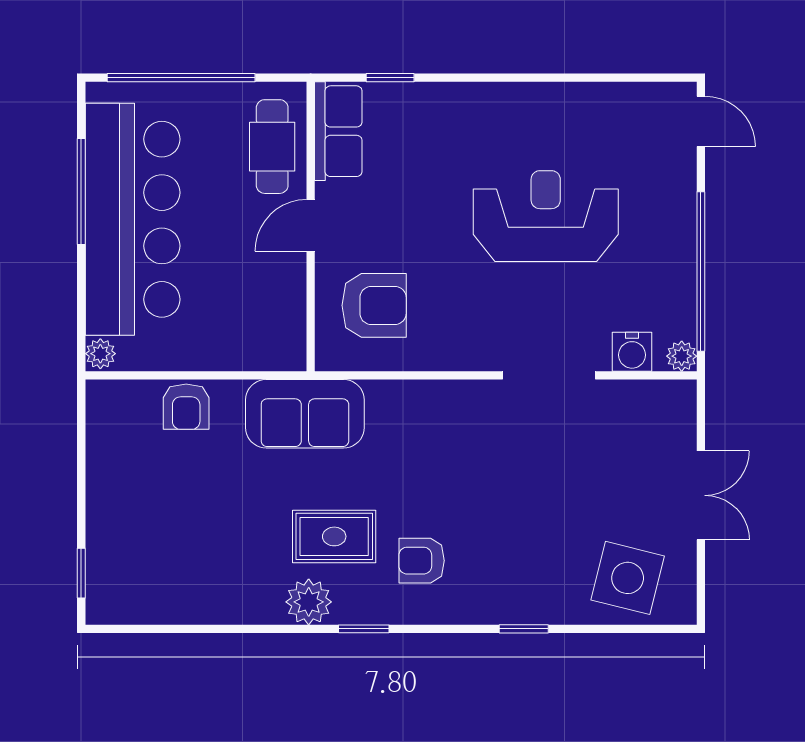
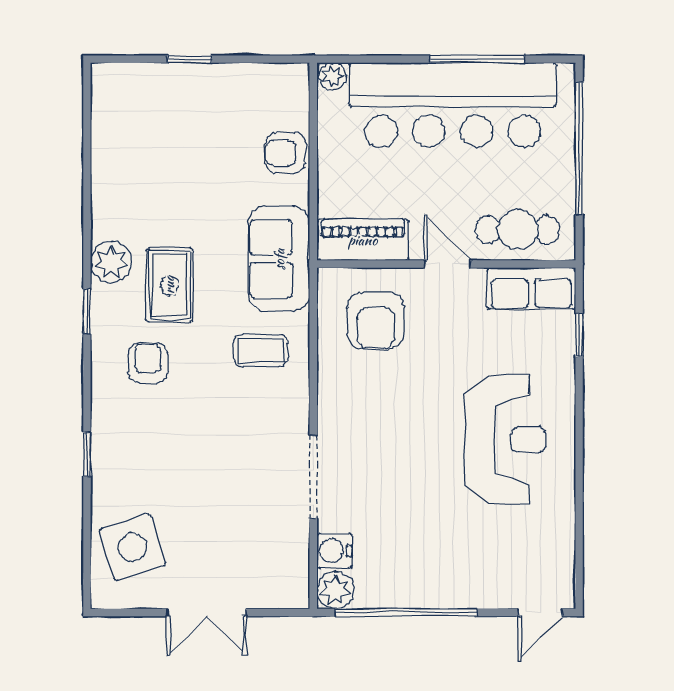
reception desk: (546, 216) -> (505, 440), moved
piano: (283, 320) -> (363, 240), added
plant: (682, 356) -> (336, 590), width x1.38, depth x1.38
coffee table: (408, 434) -> (261, 351), added
window: (81, 573) -> (190, 59), moved
side table: (628, 578) -> (132, 547), turned -31

